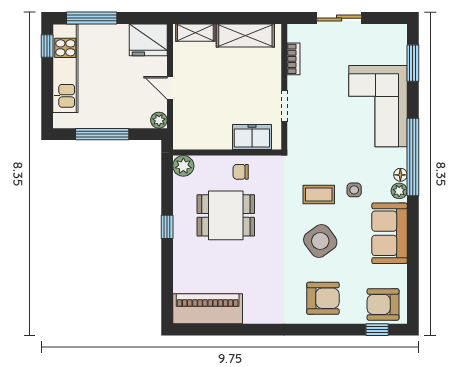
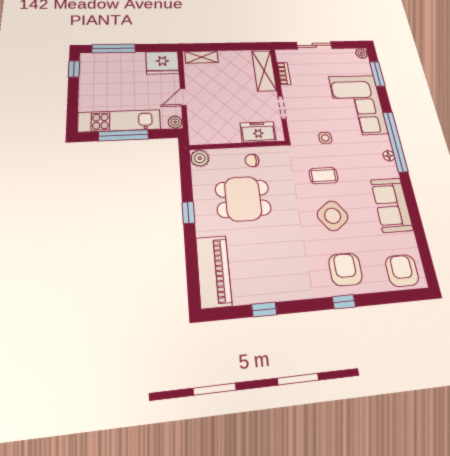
shelving: (245, 35) -> (264, 71), moved, turned 90
kitchen unit: (65, 68) -> (119, 121), moved, turned -90
door: (170, 88) -> (183, 97), hinge flipped
side table: (354, 190) -> (325, 138), moved
plant: (399, 191) -> (362, 53), moved
armchair: (323, 298) -> (345, 269), turned -90
armchair: (383, 304) -> (402, 271), turned 90
piano: (208, 309) -> (214, 271), moved, turned 90
window: (234, 330) -> (264, 310), added
window: (377, 330) -> (344, 302), moved

